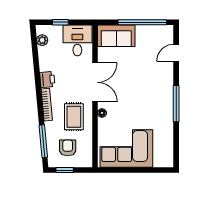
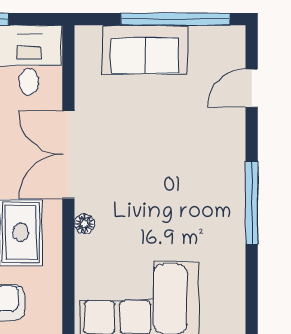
sofa: (116, 36) -> (145, 50), moved
double door: (95, 82) -> (68, 155), swing flipped

